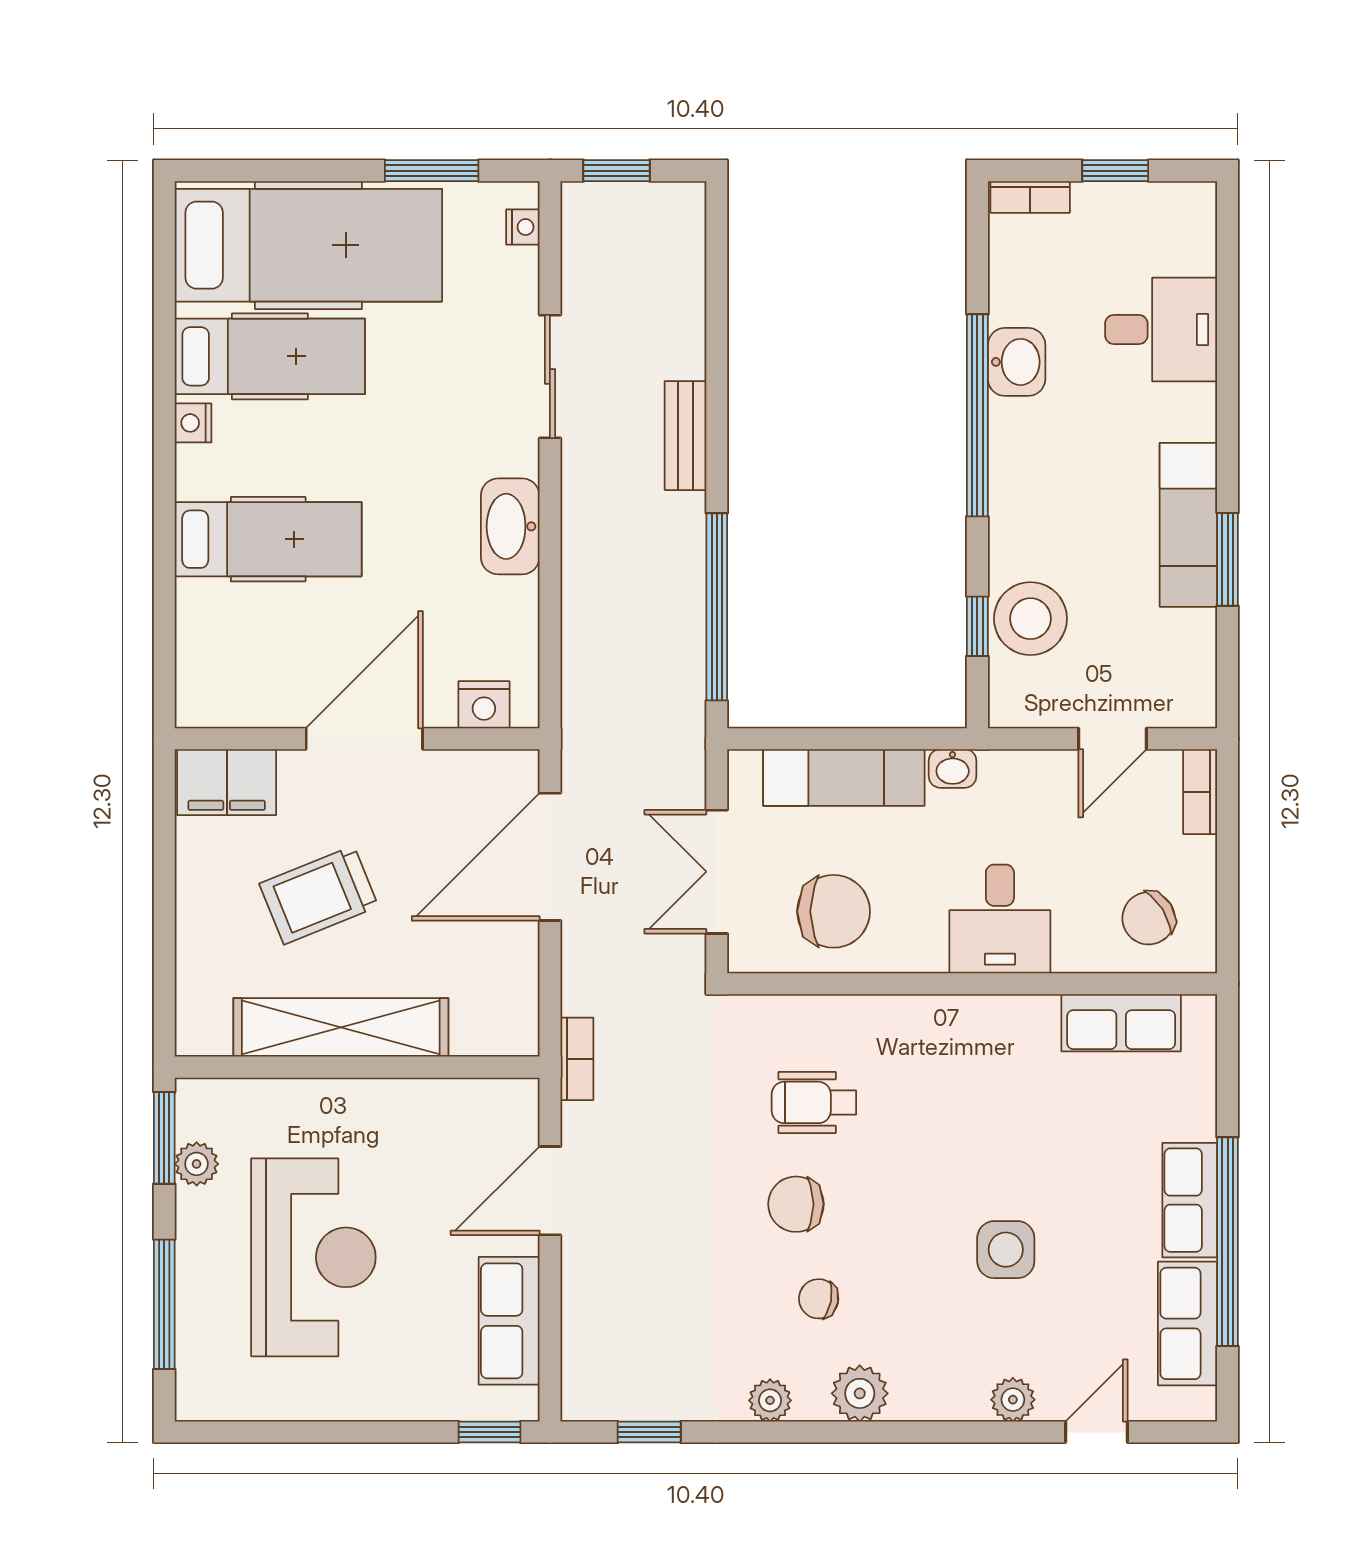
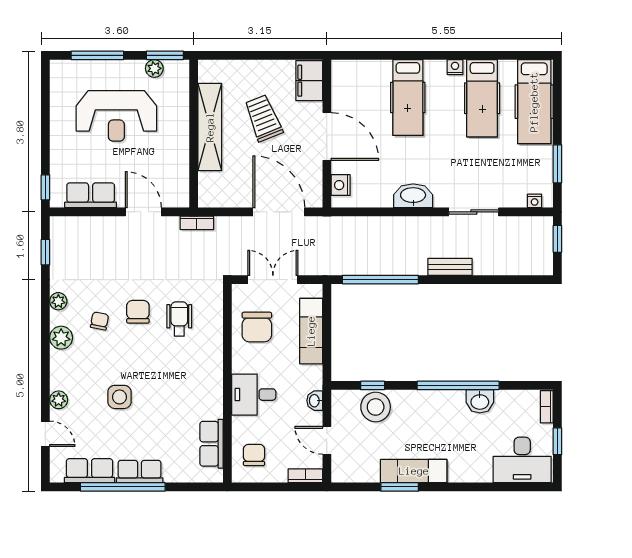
hospital bed: (308, 245) -> (534, 102), width x0.73, depth x0.78
desk: (1161, 330) -> (522, 460), moved, width x1.37
washbasin: (953, 768) -> (315, 401), moved
chair: (1149, 918) -> (254, 455), turned 32

